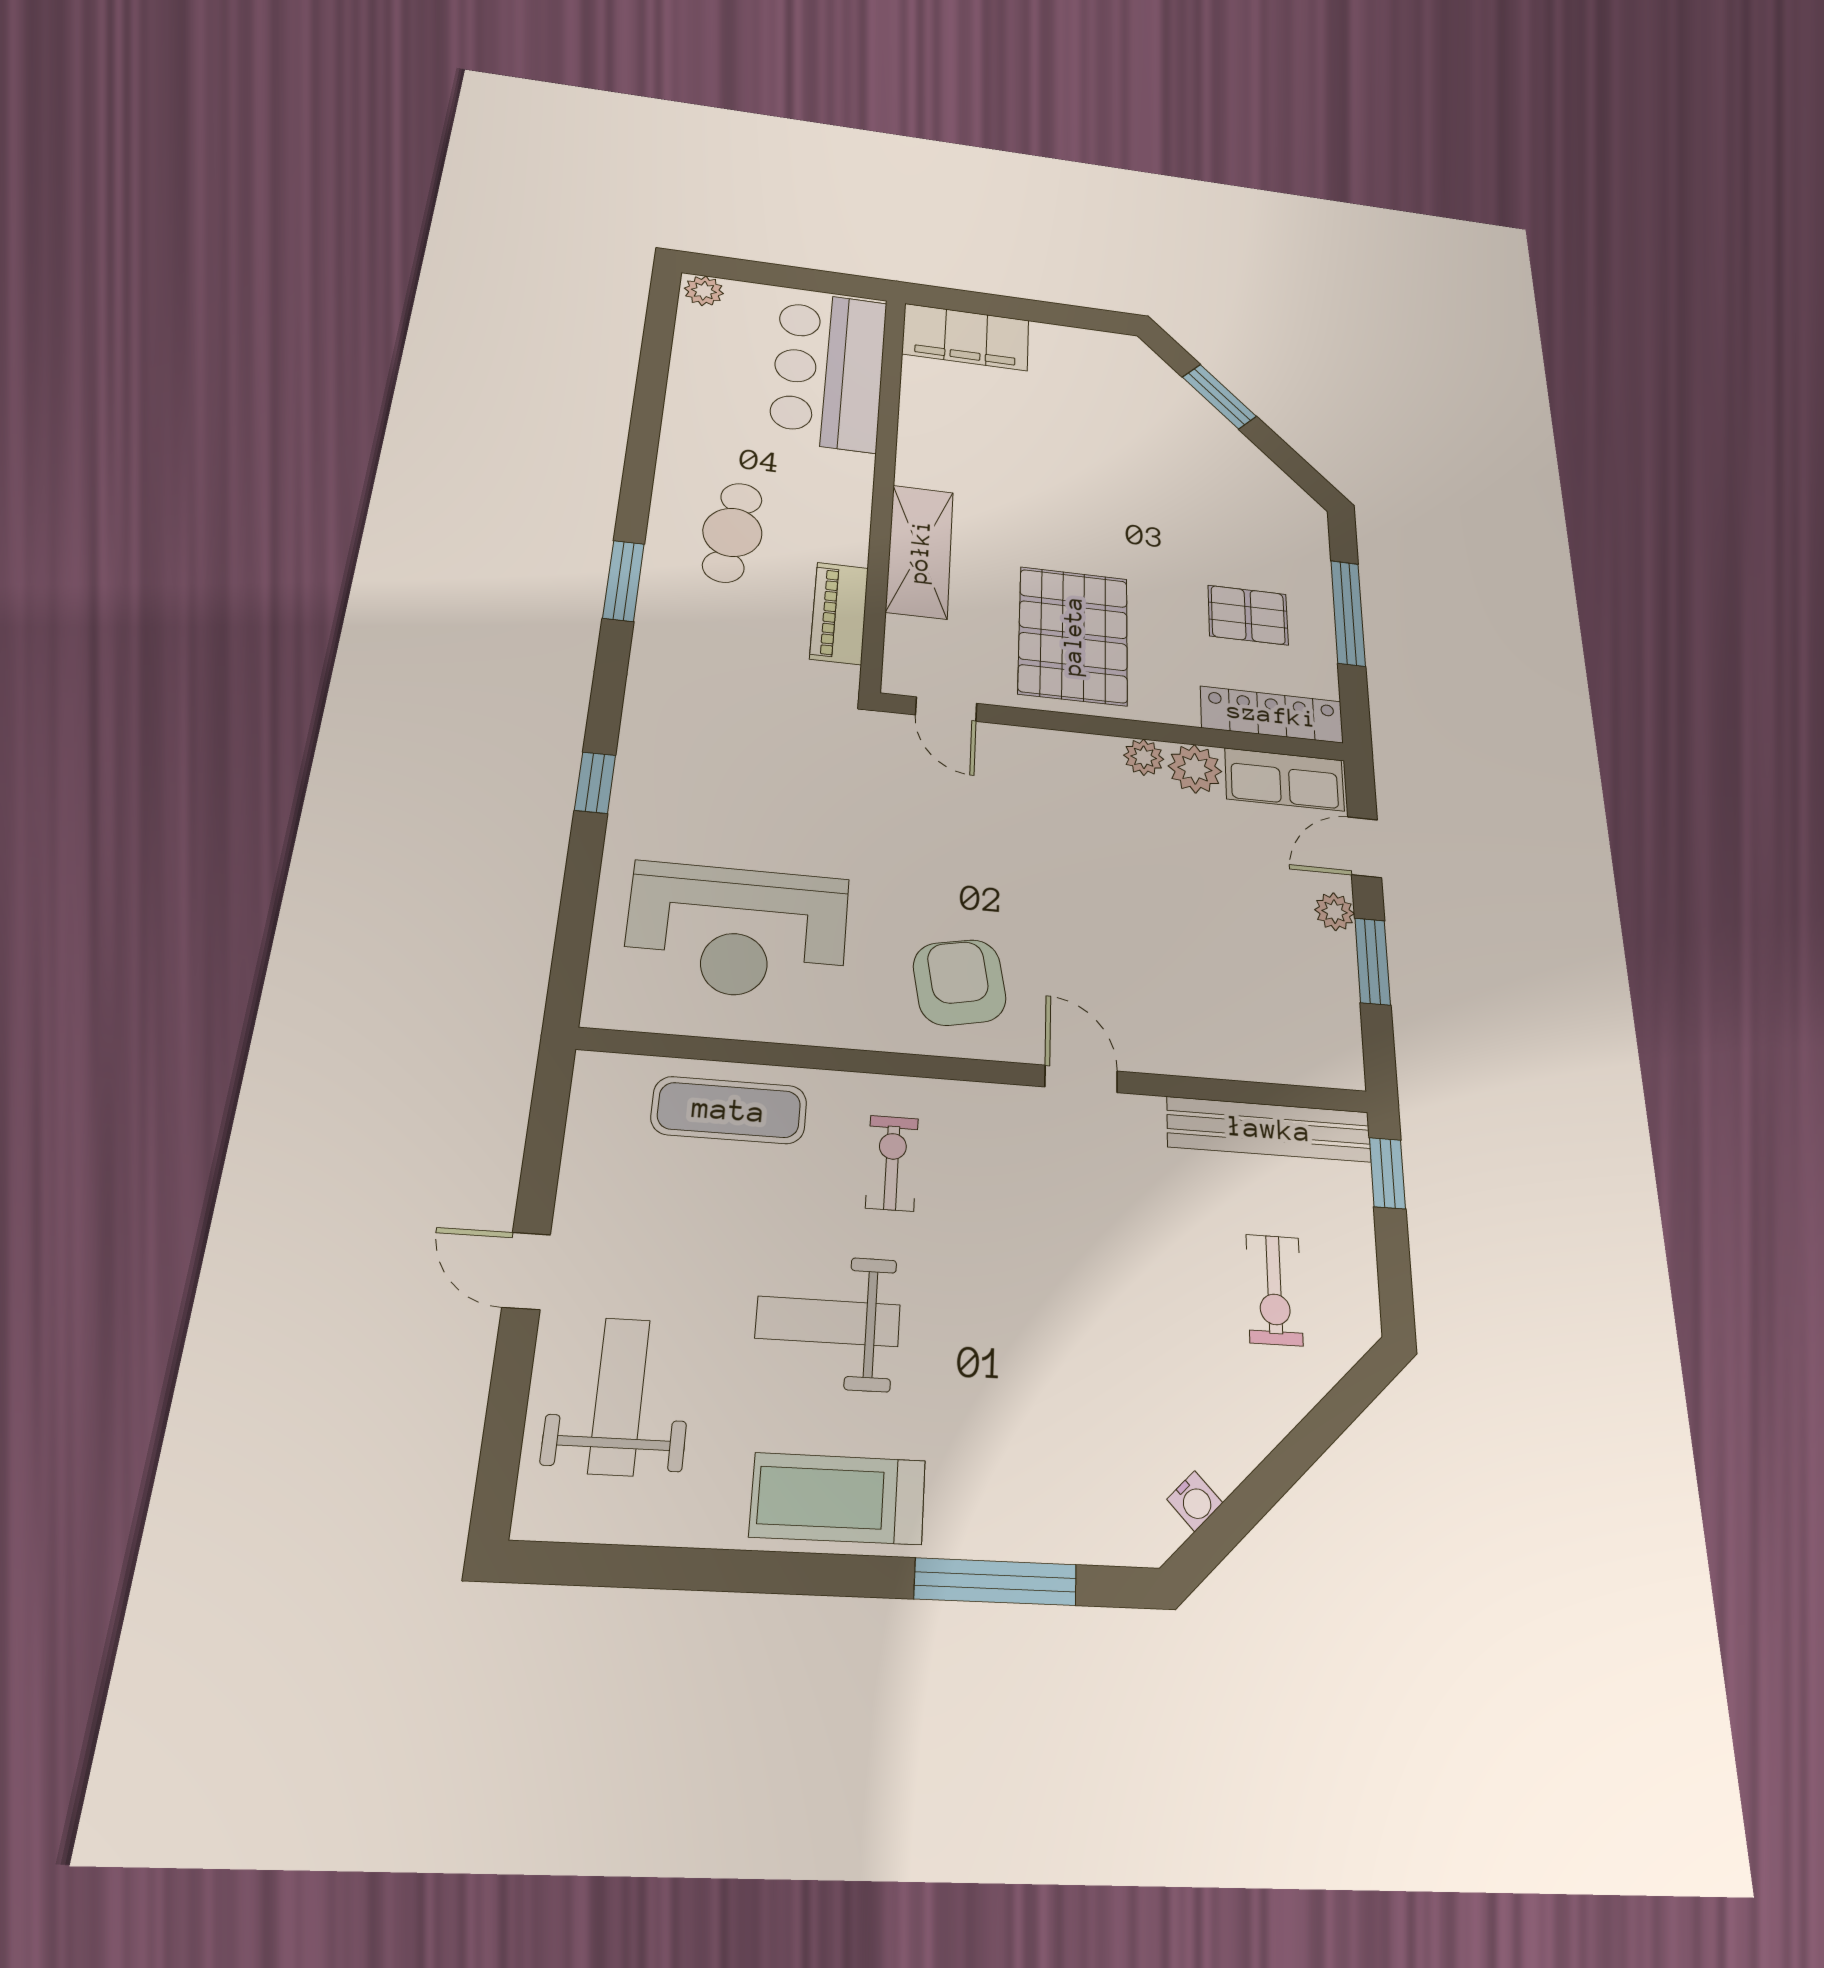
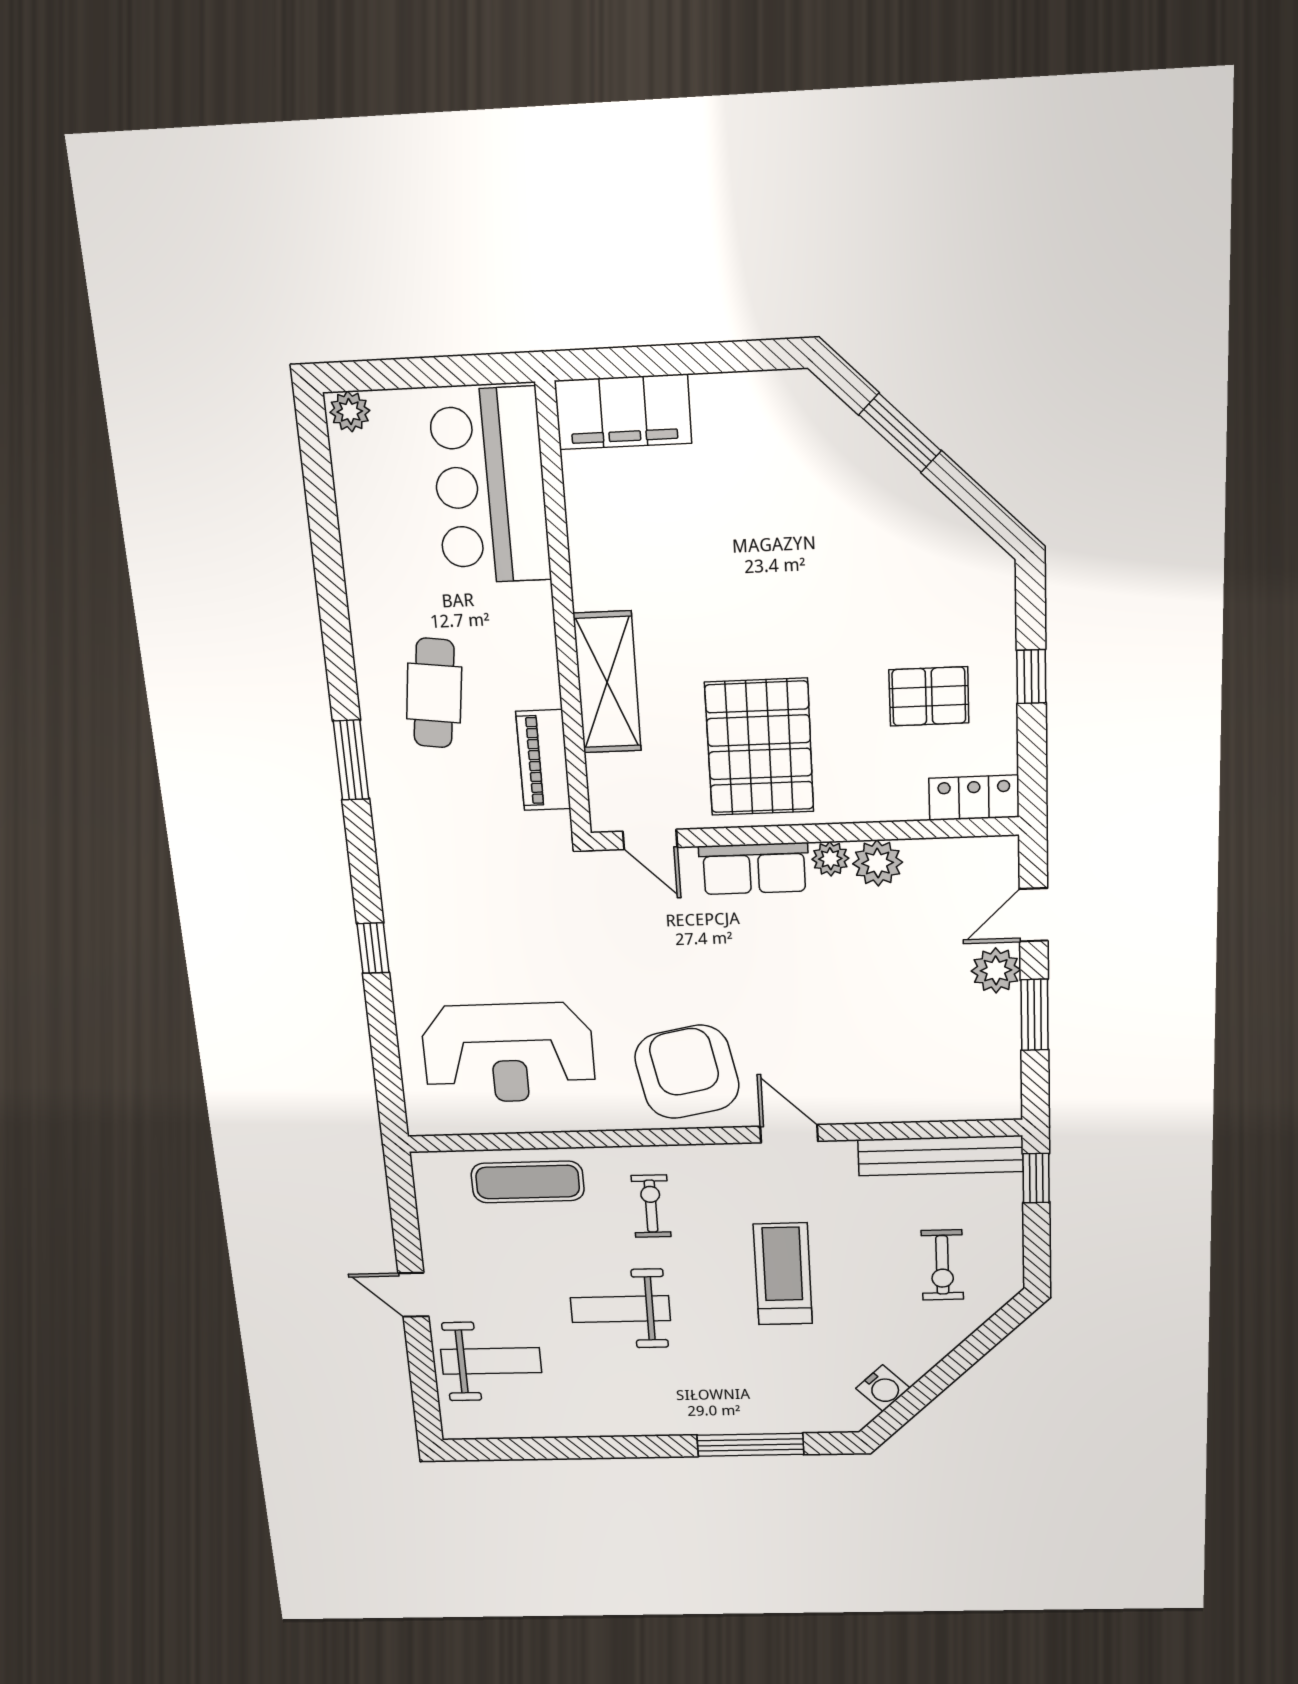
window: (1348, 613) -> (1031, 677), width x0.46
locker: (1272, 715) -> (974, 798), width x0.66
row of seats: (1285, 780) -> (754, 869), moved
plant: (1335, 912) -> (996, 970), width x1.38, depth x1.38
armchair: (960, 982) -> (687, 1072), width x1.36, depth x1.36
weight bench: (619, 1396) -> (491, 1361), turned 90
treadmill: (838, 1498) -> (783, 1274), moved, turned 90
water cooler: (1195, 1501) -> (883, 1388), width x1.38, depth x1.38

